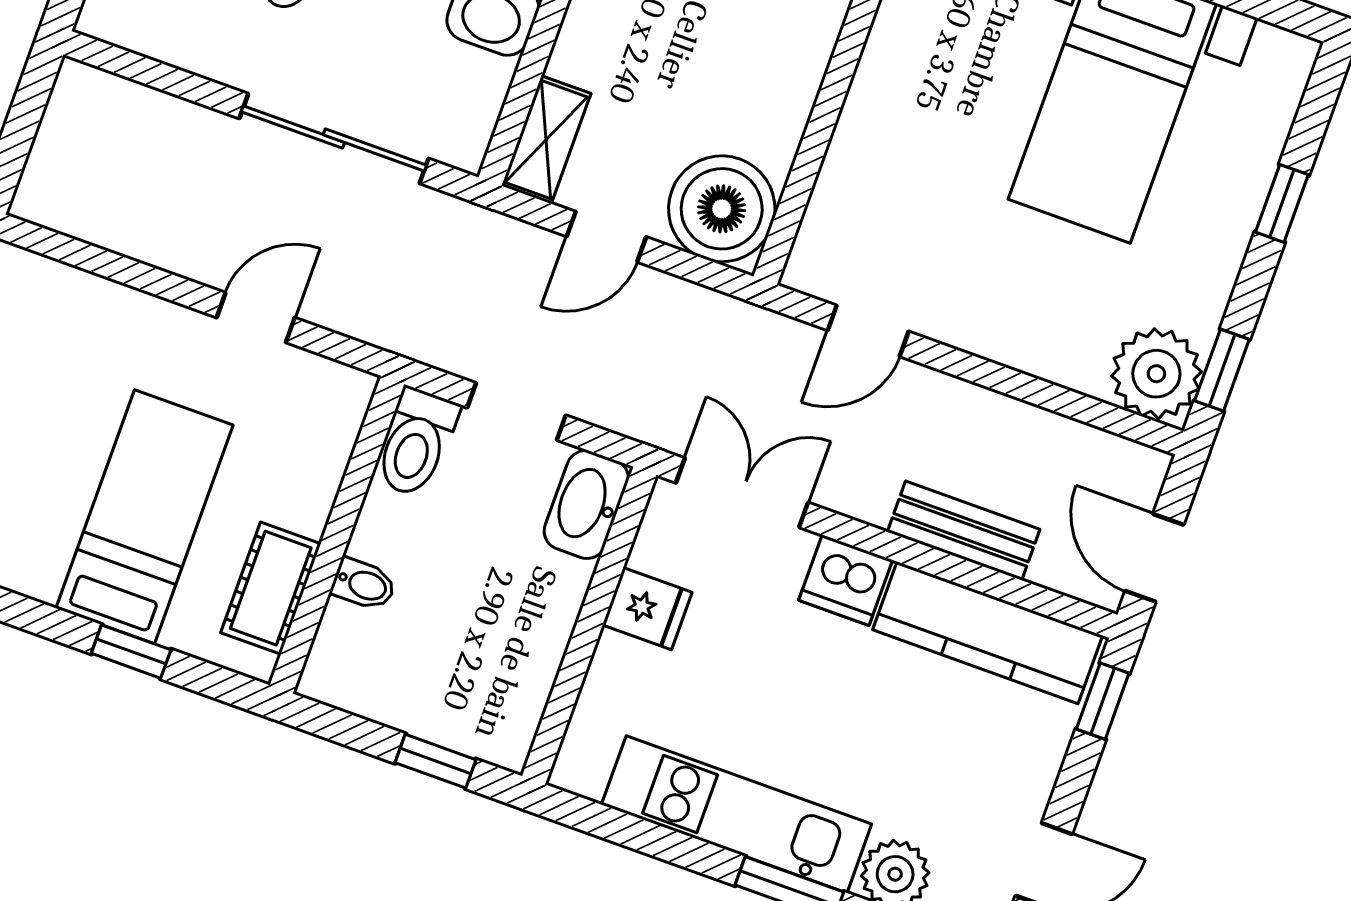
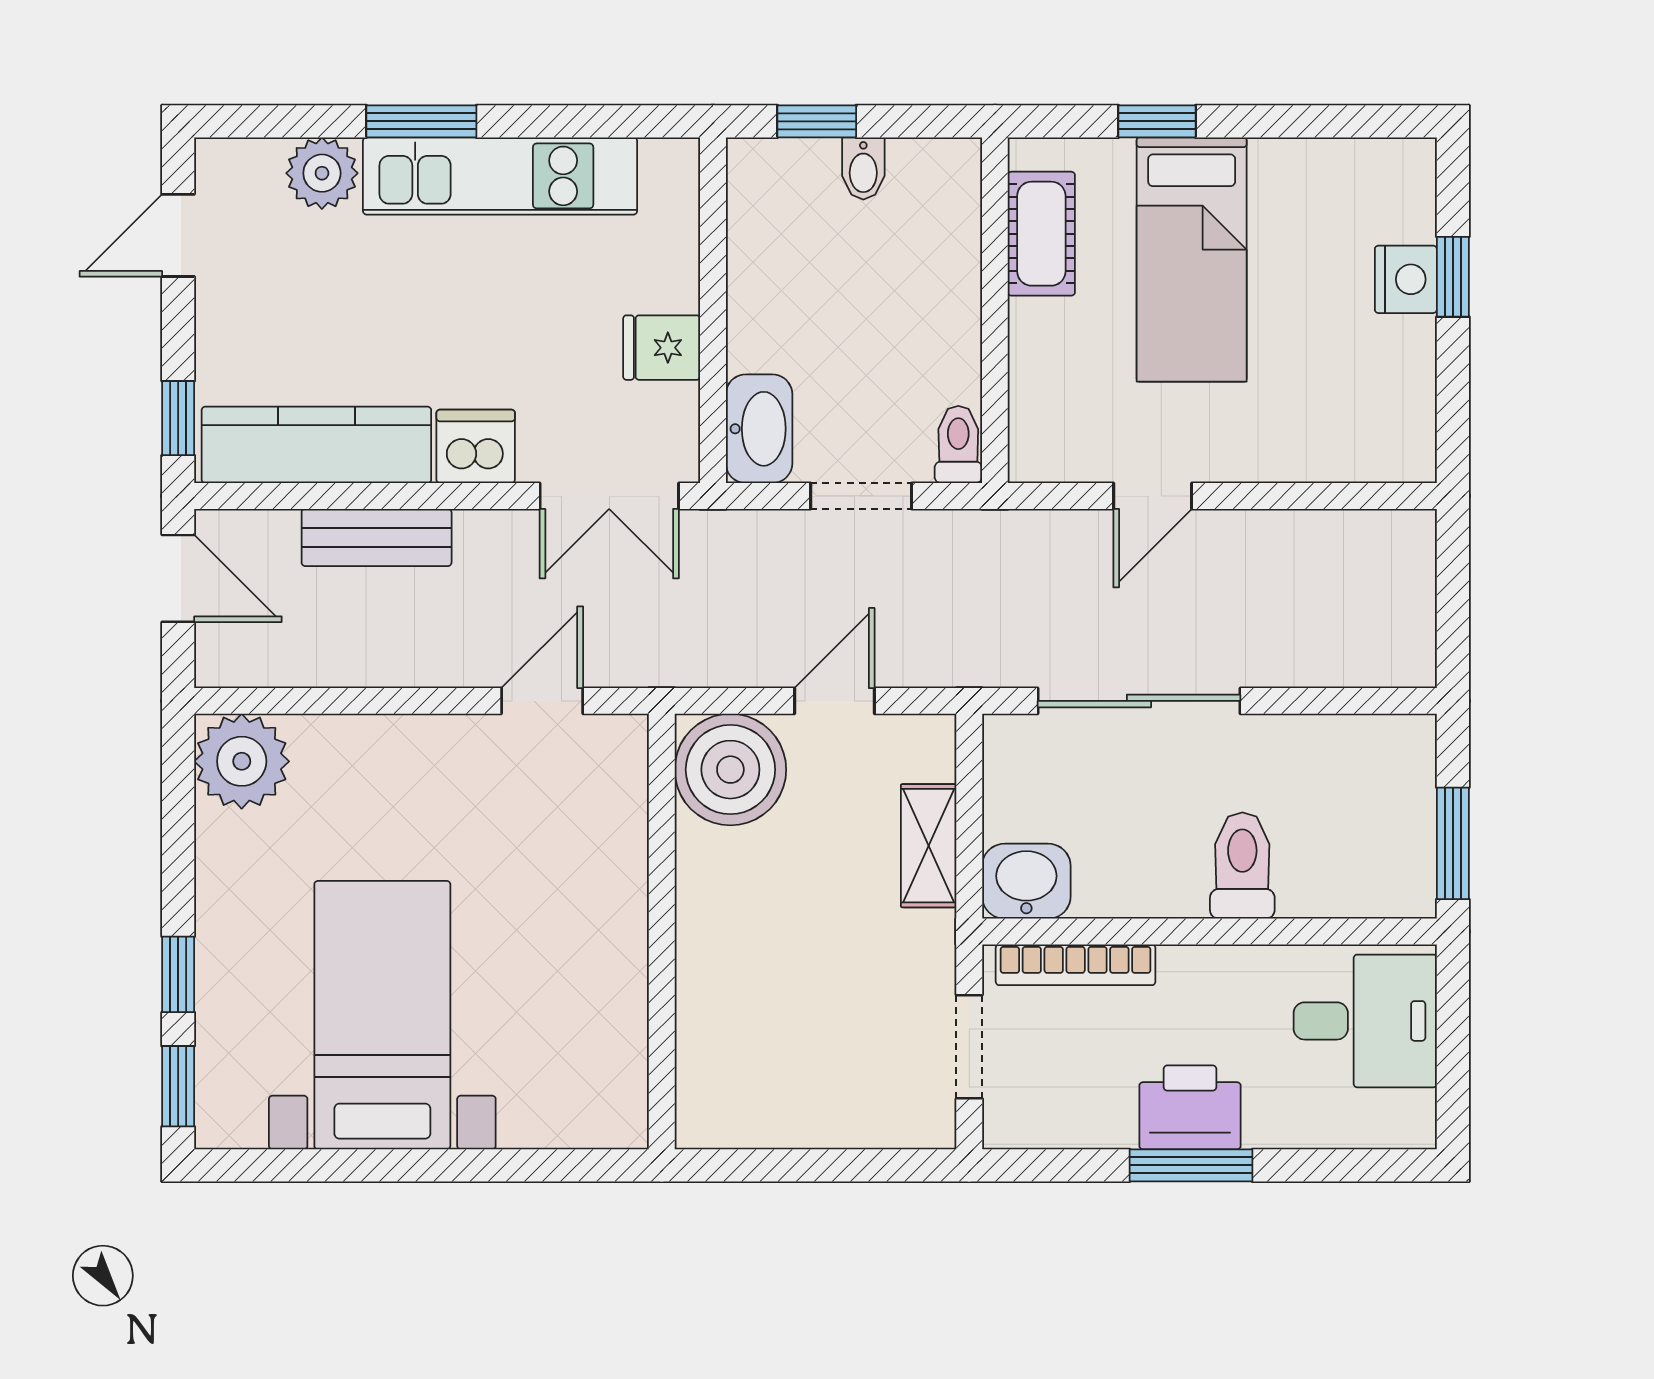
shelving: (546, 140) -> (929, 846), moved
window: (1222, 370) -> (178, 1086), moved
toilet: (416, 442) -> (958, 445), width x0.73, depth x0.72
bidet: (364, 584) -> (863, 168), moved, turned -90

